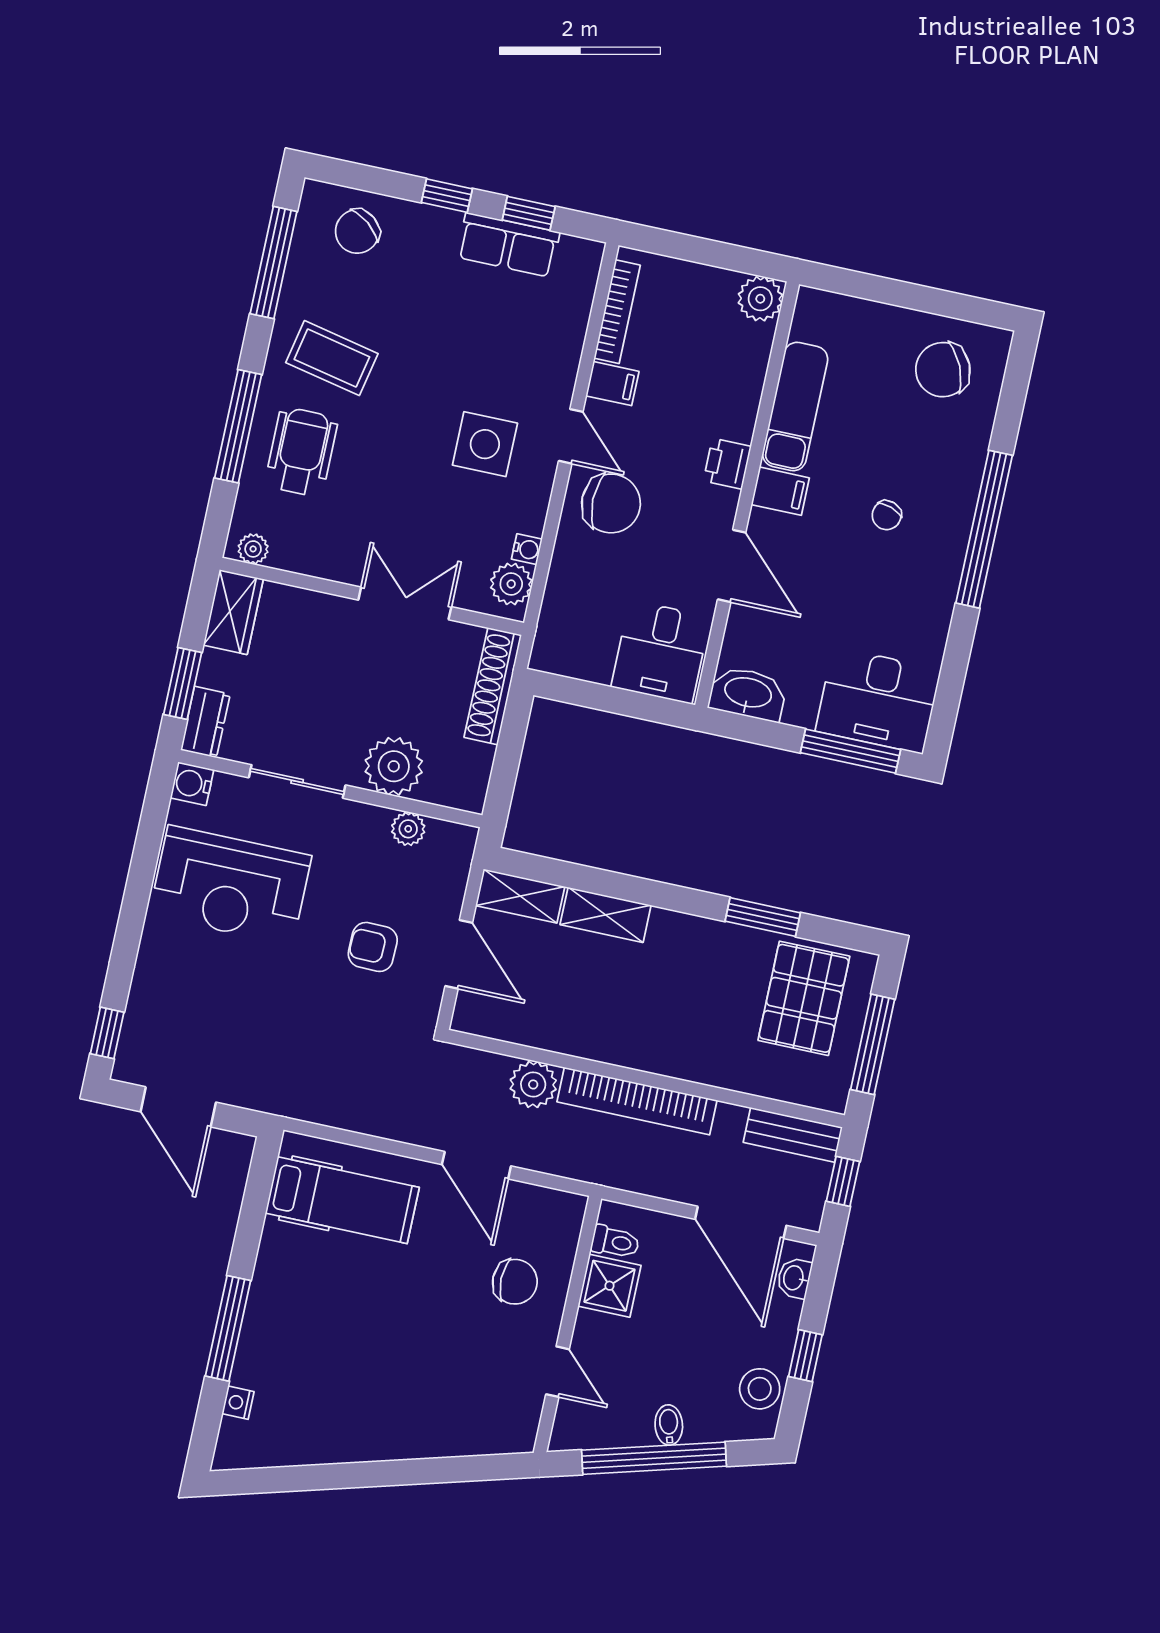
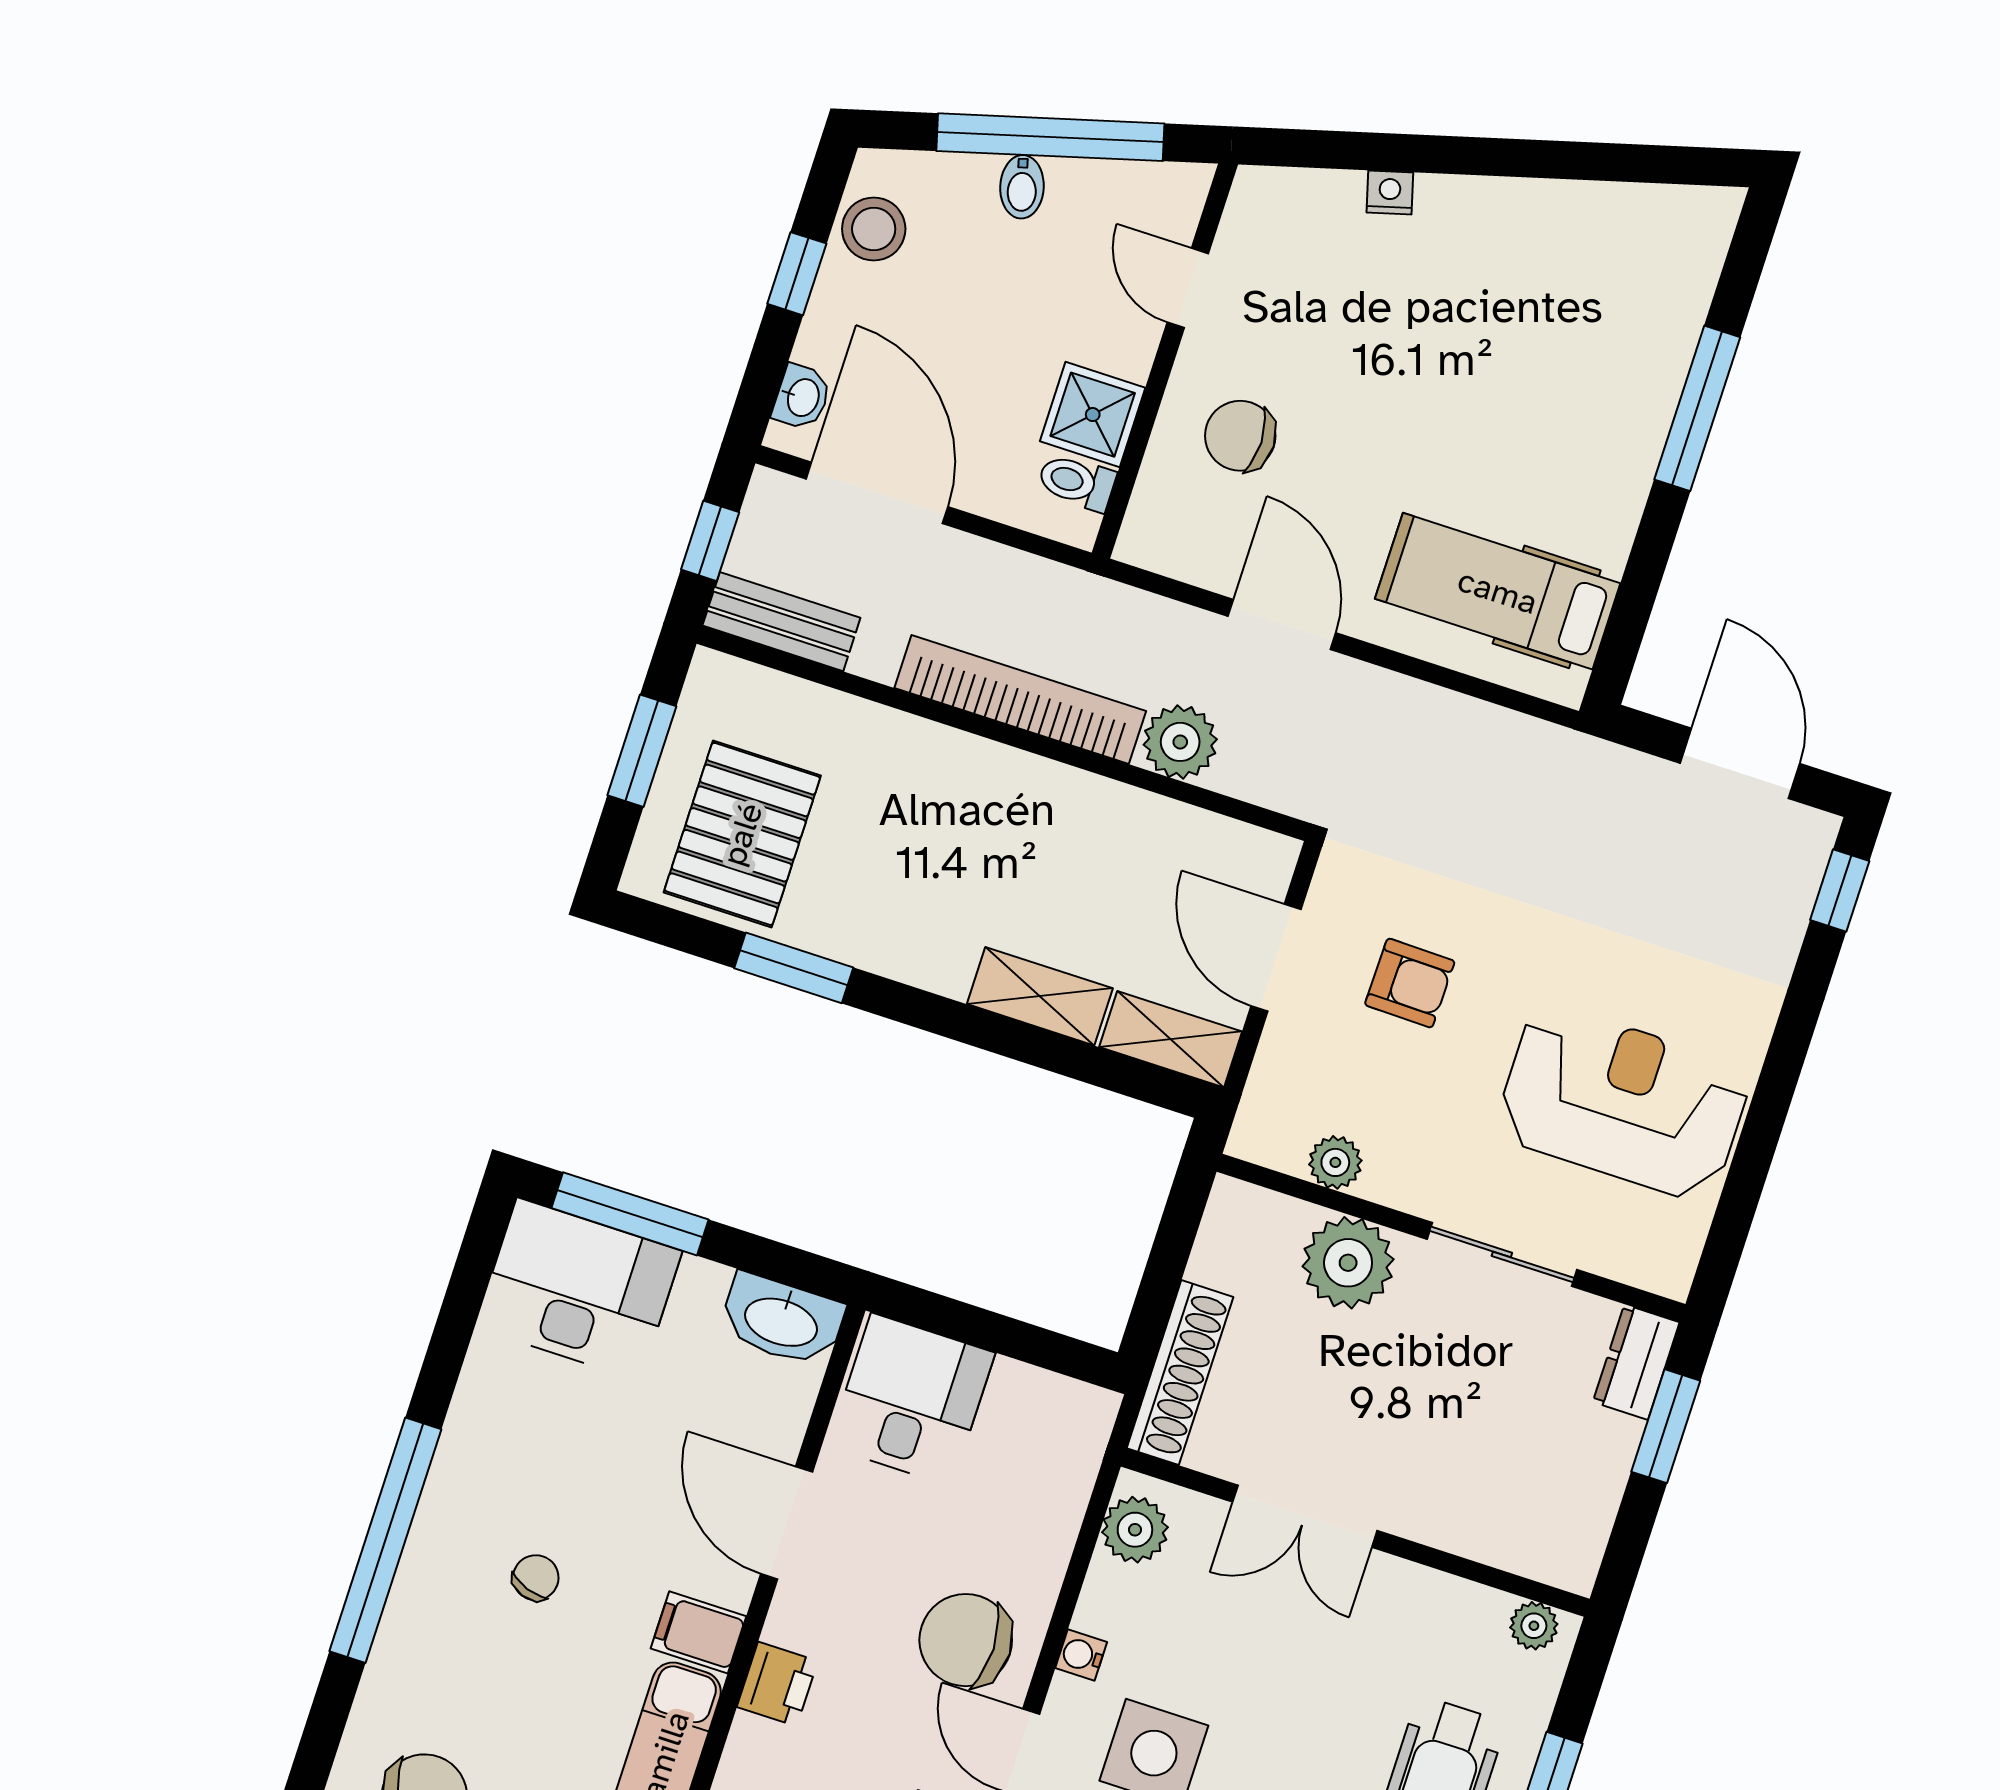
water cooler: (527, 549) -> (1081, 1655), moved
wardrobe: (233, 612) -> (1575, 1530), removed
water cooler: (192, 784) -> (1667, 1268), removed
window: (873, 1044) -> (642, 751), width x0.69
nightstand: (238, 1403) -> (1390, 192), moved, turned -105

